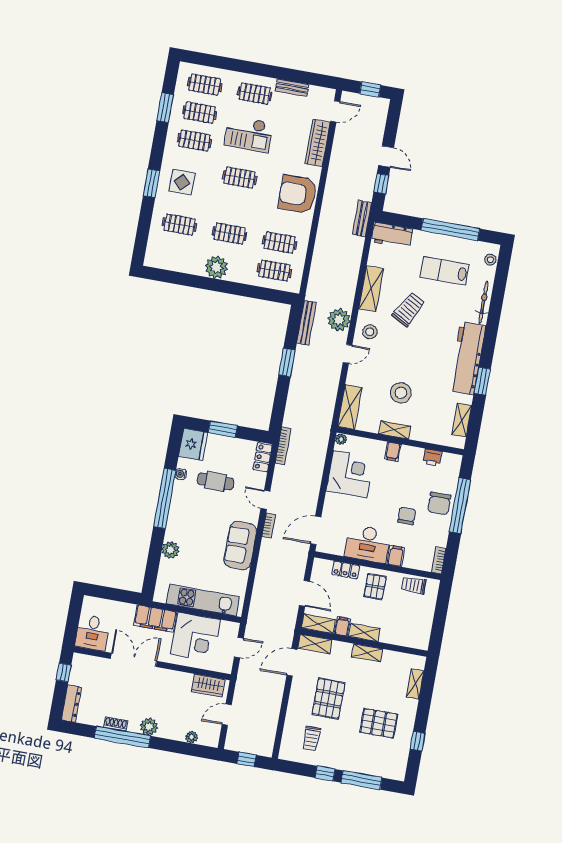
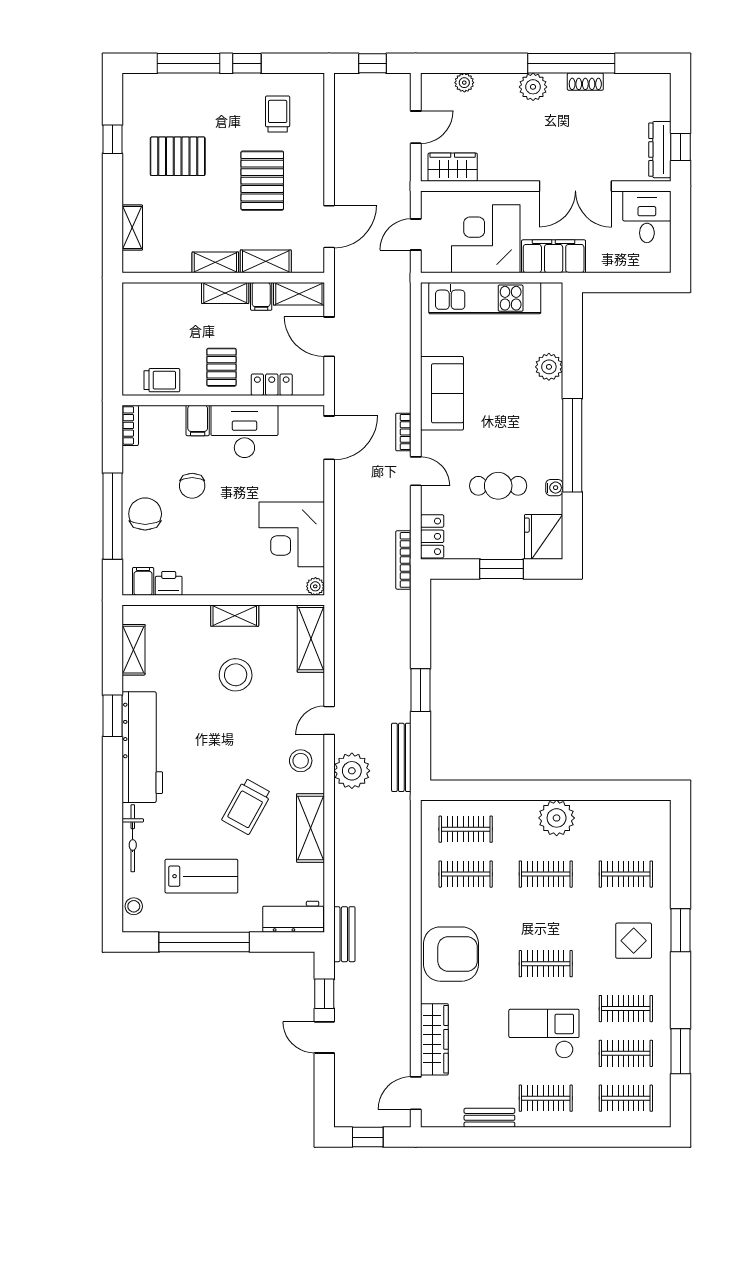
filing cabinet: (393, 452) -> (143, 581), moved
shelving: (315, 644) -> (266, 261), moved
dresser: (71, 703) -> (660, 150), moved

